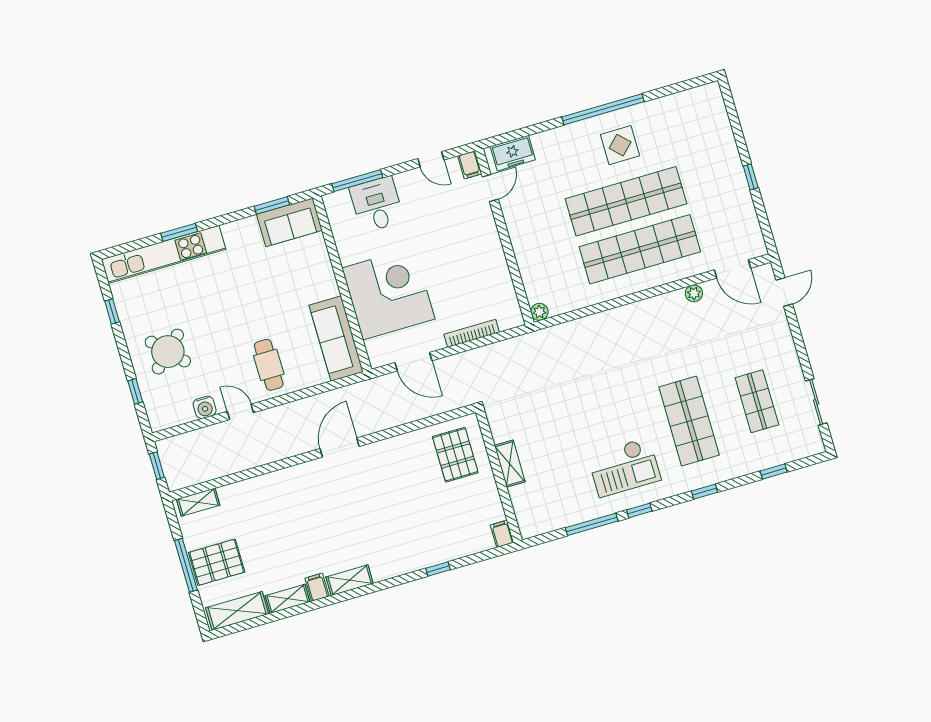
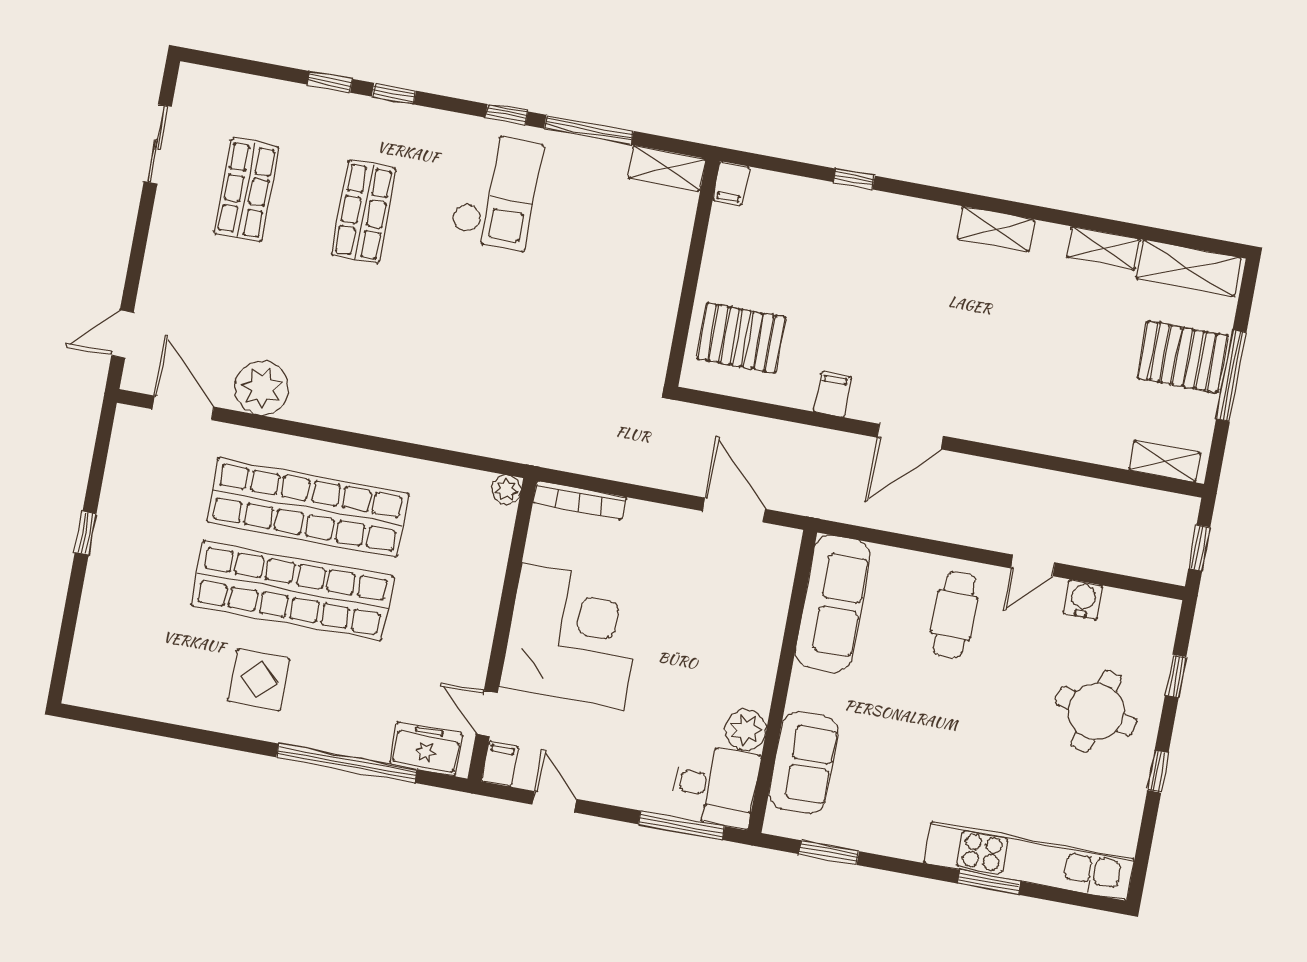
window: (603, 109) -> (347, 763), moved
door: (490, 188) -> (487, 714), hinge flipped
desk: (377, 204) -> (715, 786), moved, turned -90
sofa: (289, 222) -> (803, 763), moved, turned 90
plant: (349, 248) -> (746, 730), added
plant: (694, 293) -> (262, 388), width x1.87, depth x1.87
corner desk: (388, 294) -> (573, 636), moved, turned 180
window: (112, 312) -> (1158, 771), moved
bookcase: (472, 333) -> (579, 500), moved
round table: (168, 352) -> (1096, 711), turned -32
door: (240, 412) -> (1033, 565), hinge flipped
shop shelf: (689, 421) -> (364, 212), width x0.70, depth x0.74
pallet: (455, 455) -> (741, 338), turned 90
shelving: (510, 464) -> (667, 168), moved, turned 90
checkout: (624, 467) -> (497, 191), turned 90
window: (774, 471) -> (330, 82), moved
filing cabinet: (317, 587) -> (833, 394), moved, turned 180

